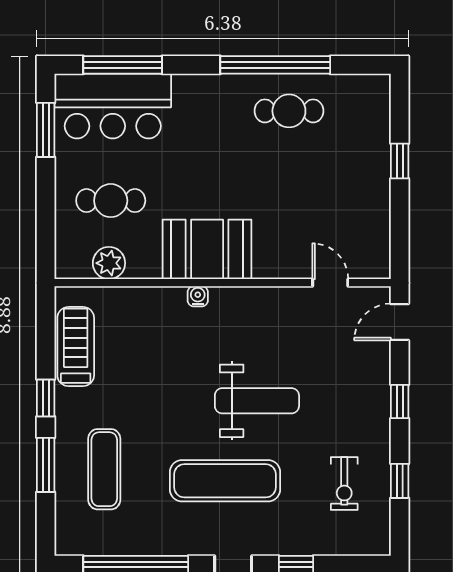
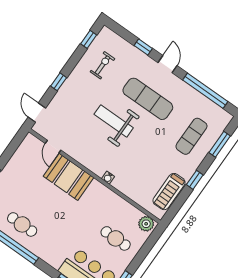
booth: (207, 249) -> (68, 177), moved
plant: (109, 263) -> (146, 224), moved
door: (400, 322) -> (37, 113), swing flipped
window: (46, 465) -> (220, 144), moved
window: (400, 481) -> (89, 39), moved

